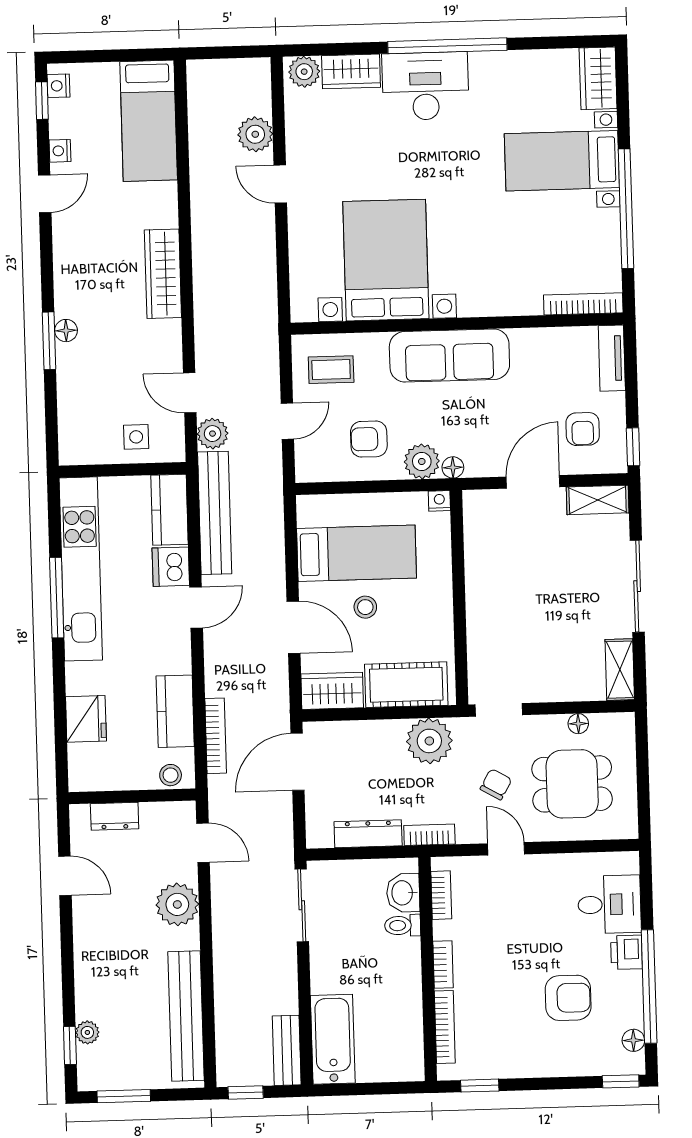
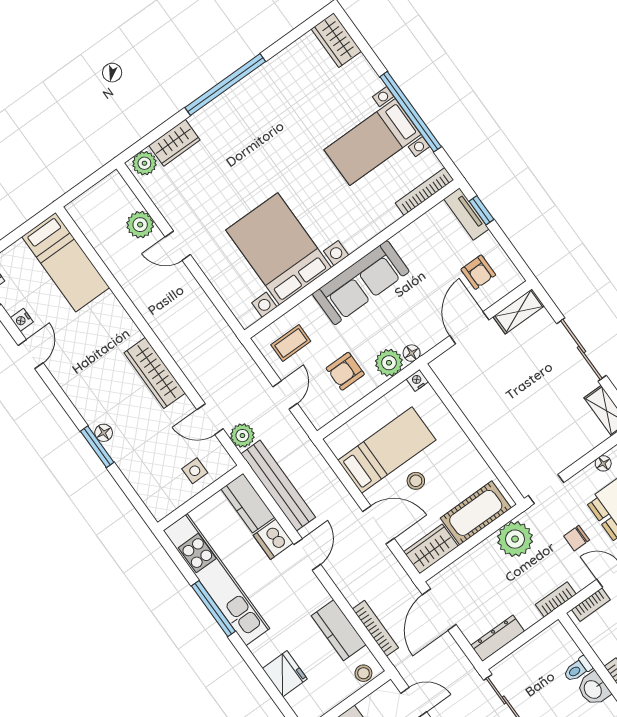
desk: (425, 86) -> (229, 120), removed
bed with nightstands: (562, 161) -> (373, 142), moved
wardrobe: (163, 274) -> (155, 373), moved
window: (633, 447) -> (481, 210), moved
chair: (496, 784) -> (577, 538), turned -120
dresser: (368, 834) -> (498, 638), moved
washbasin: (403, 893) -> (593, 689), moved
bookcase: (441, 895) -> (591, 605), moved, turned 90

